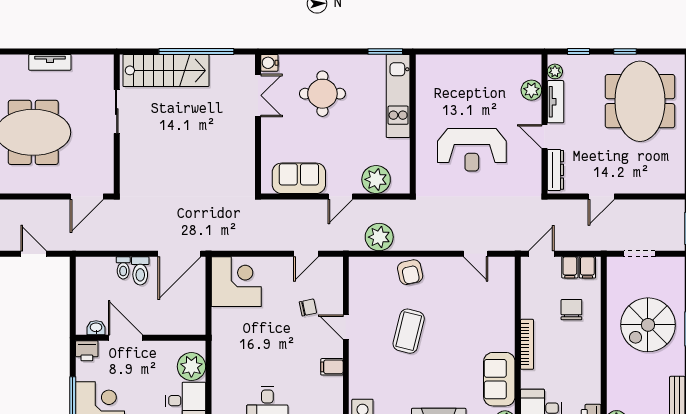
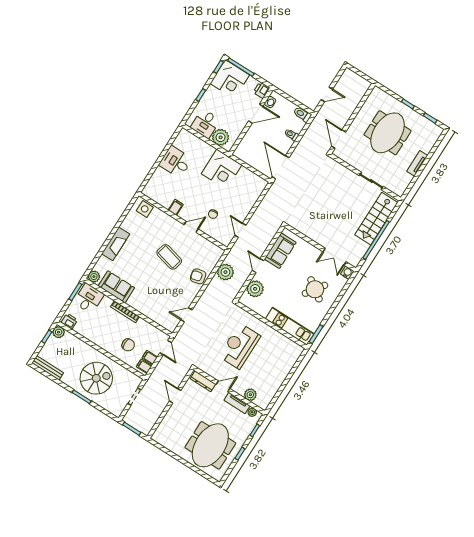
round table: (322, 94) -> (315, 289), turned 35
meeting table: (640, 101) -> (210, 445), turned 90
toilet: (140, 271) -> (302, 114), moved
corner desk: (236, 282) -> (222, 169), moved
spiral stairs: (648, 325) -> (96, 378), turned 90

